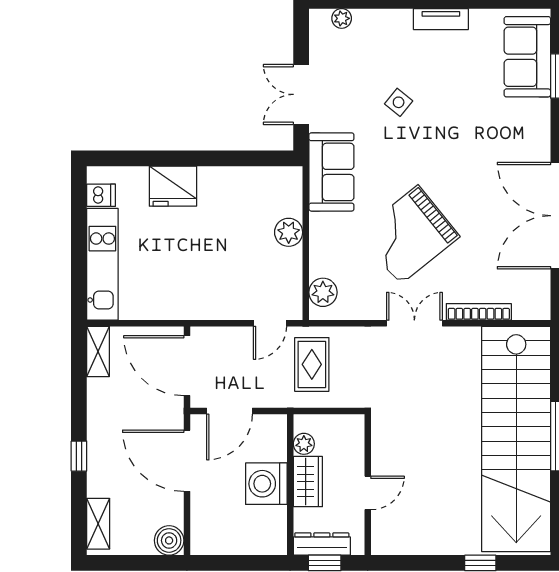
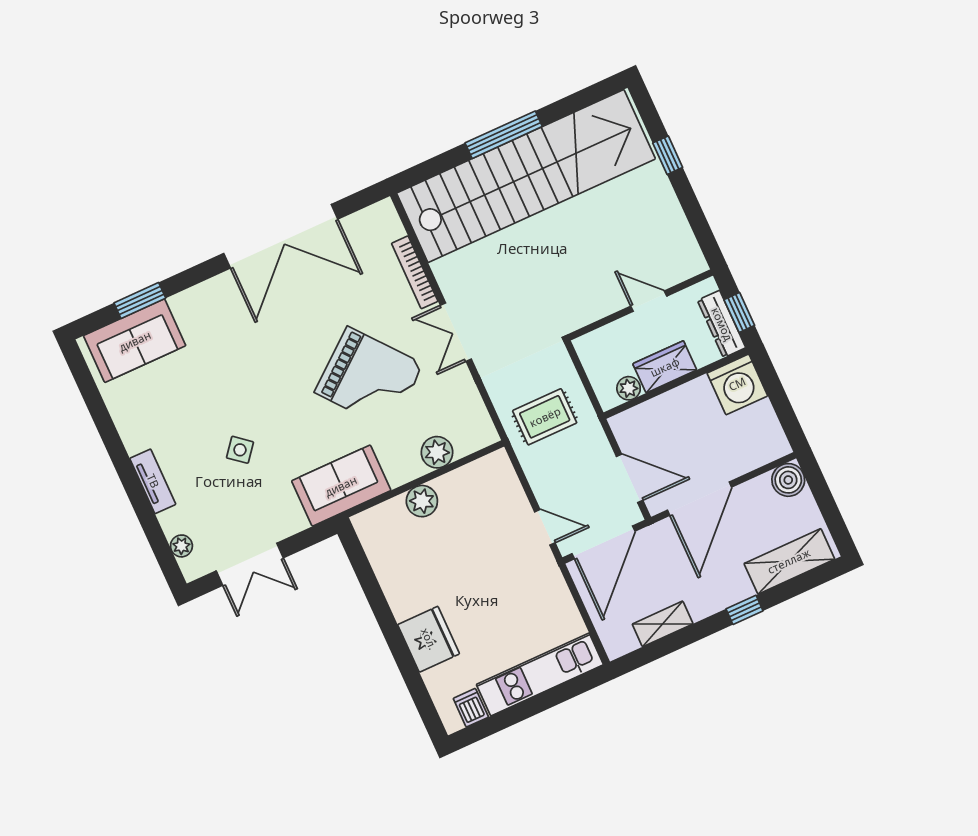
tv unit: (441, 19) -> (153, 481), moved
double door: (301, 94) -> (250, 564), moved
plant: (323, 292) -> (437, 452), moved
door: (270, 323) -> (545, 527), moved
shelving: (98, 351) -> (663, 624), moved
washing machine: (266, 484) -> (737, 384), moved
shelving: (98, 524) -> (789, 561), width x1.50, depth x1.33

